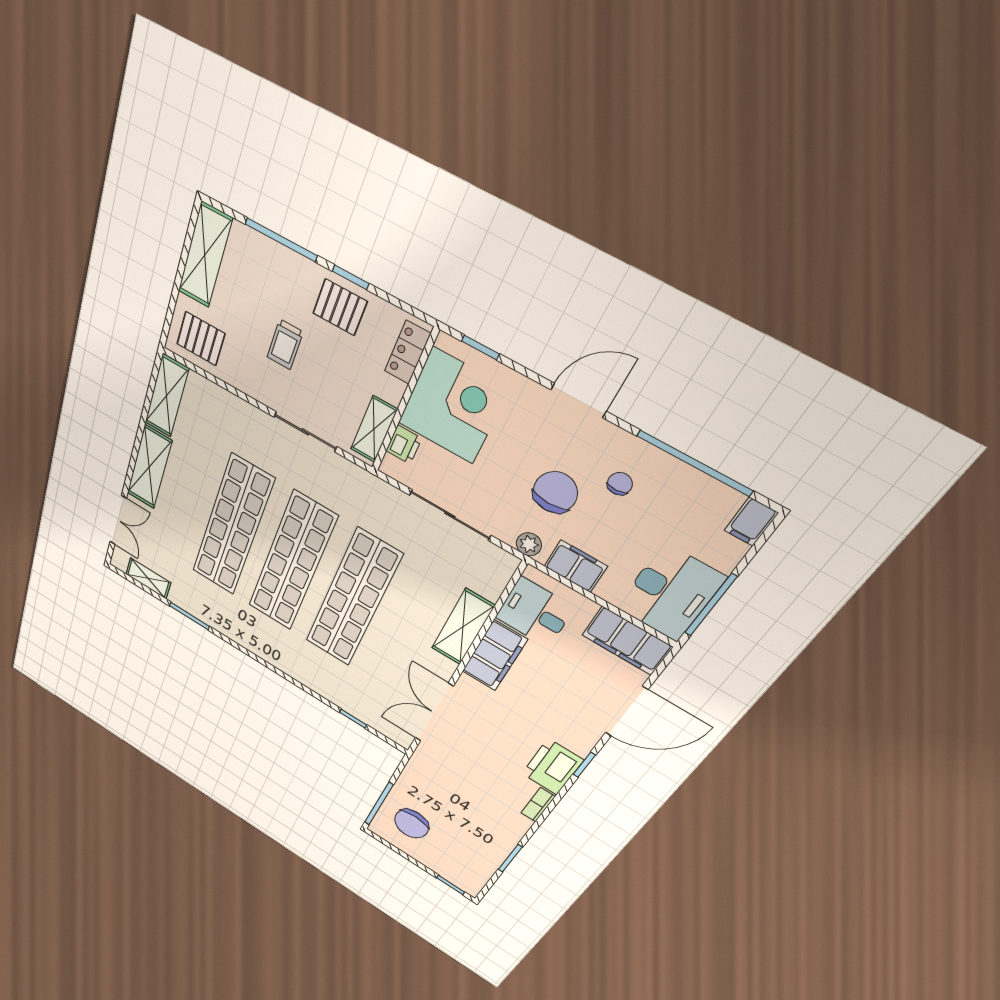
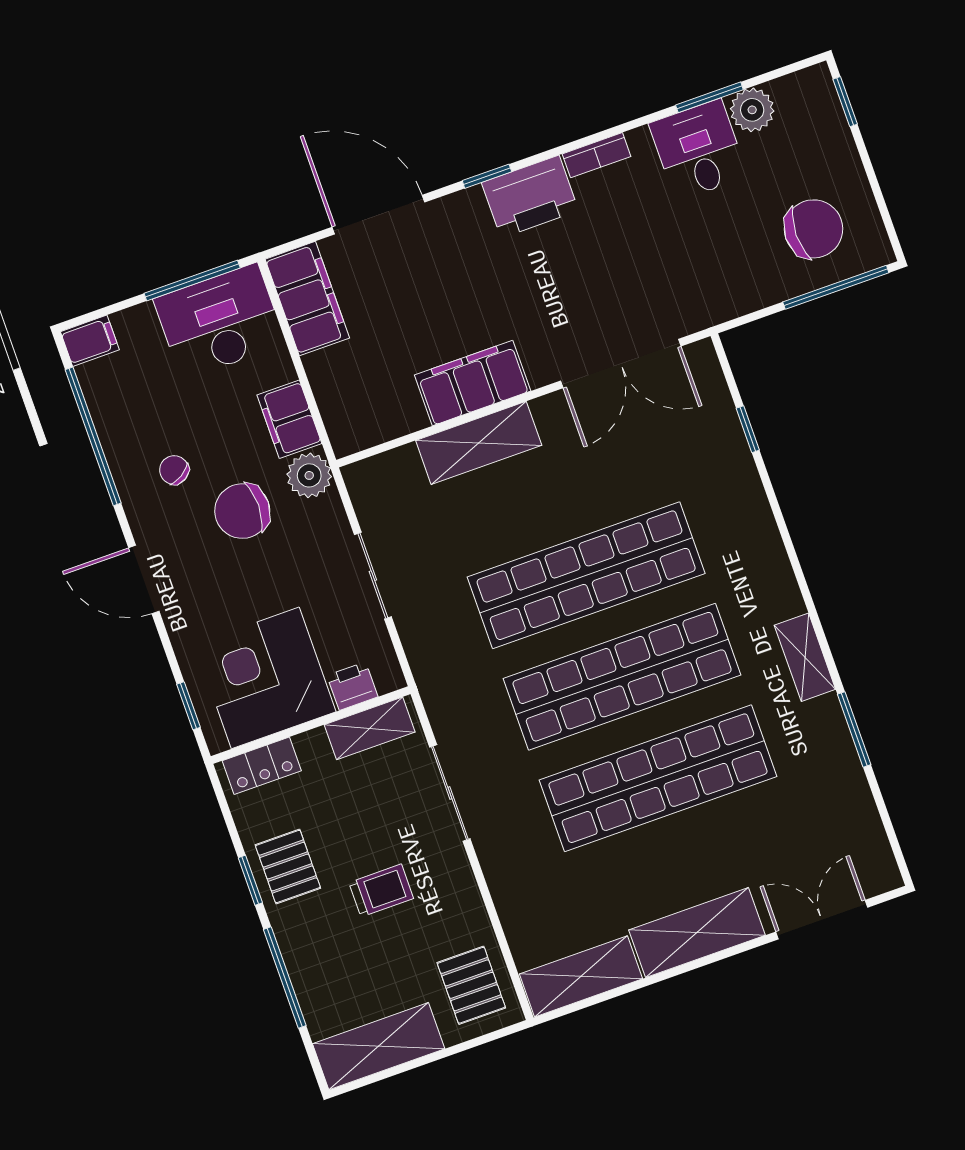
chair: (620, 484) -> (174, 470), turned 61
sliding door: (450, 515) -> (373, 576), width x0.73
plant: (529, 544) -> (309, 475), width x1.38, depth x1.38
shelving: (148, 578) -> (805, 657), moved
desk: (535, 612) -> (698, 150), moved, turned 180
plant: (486, 862) -> (752, 110), added

